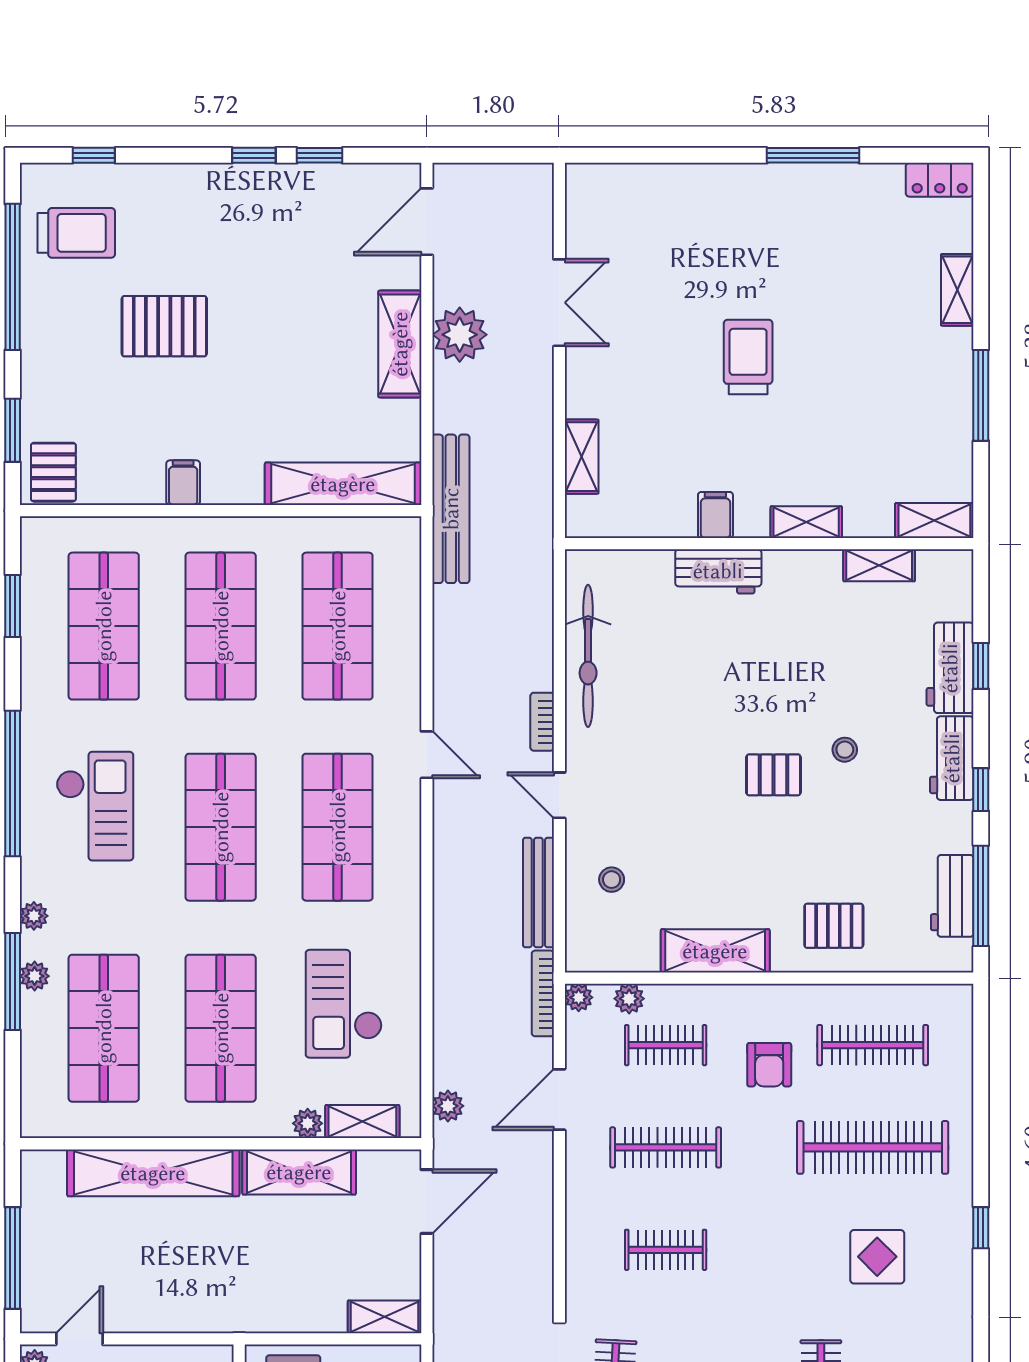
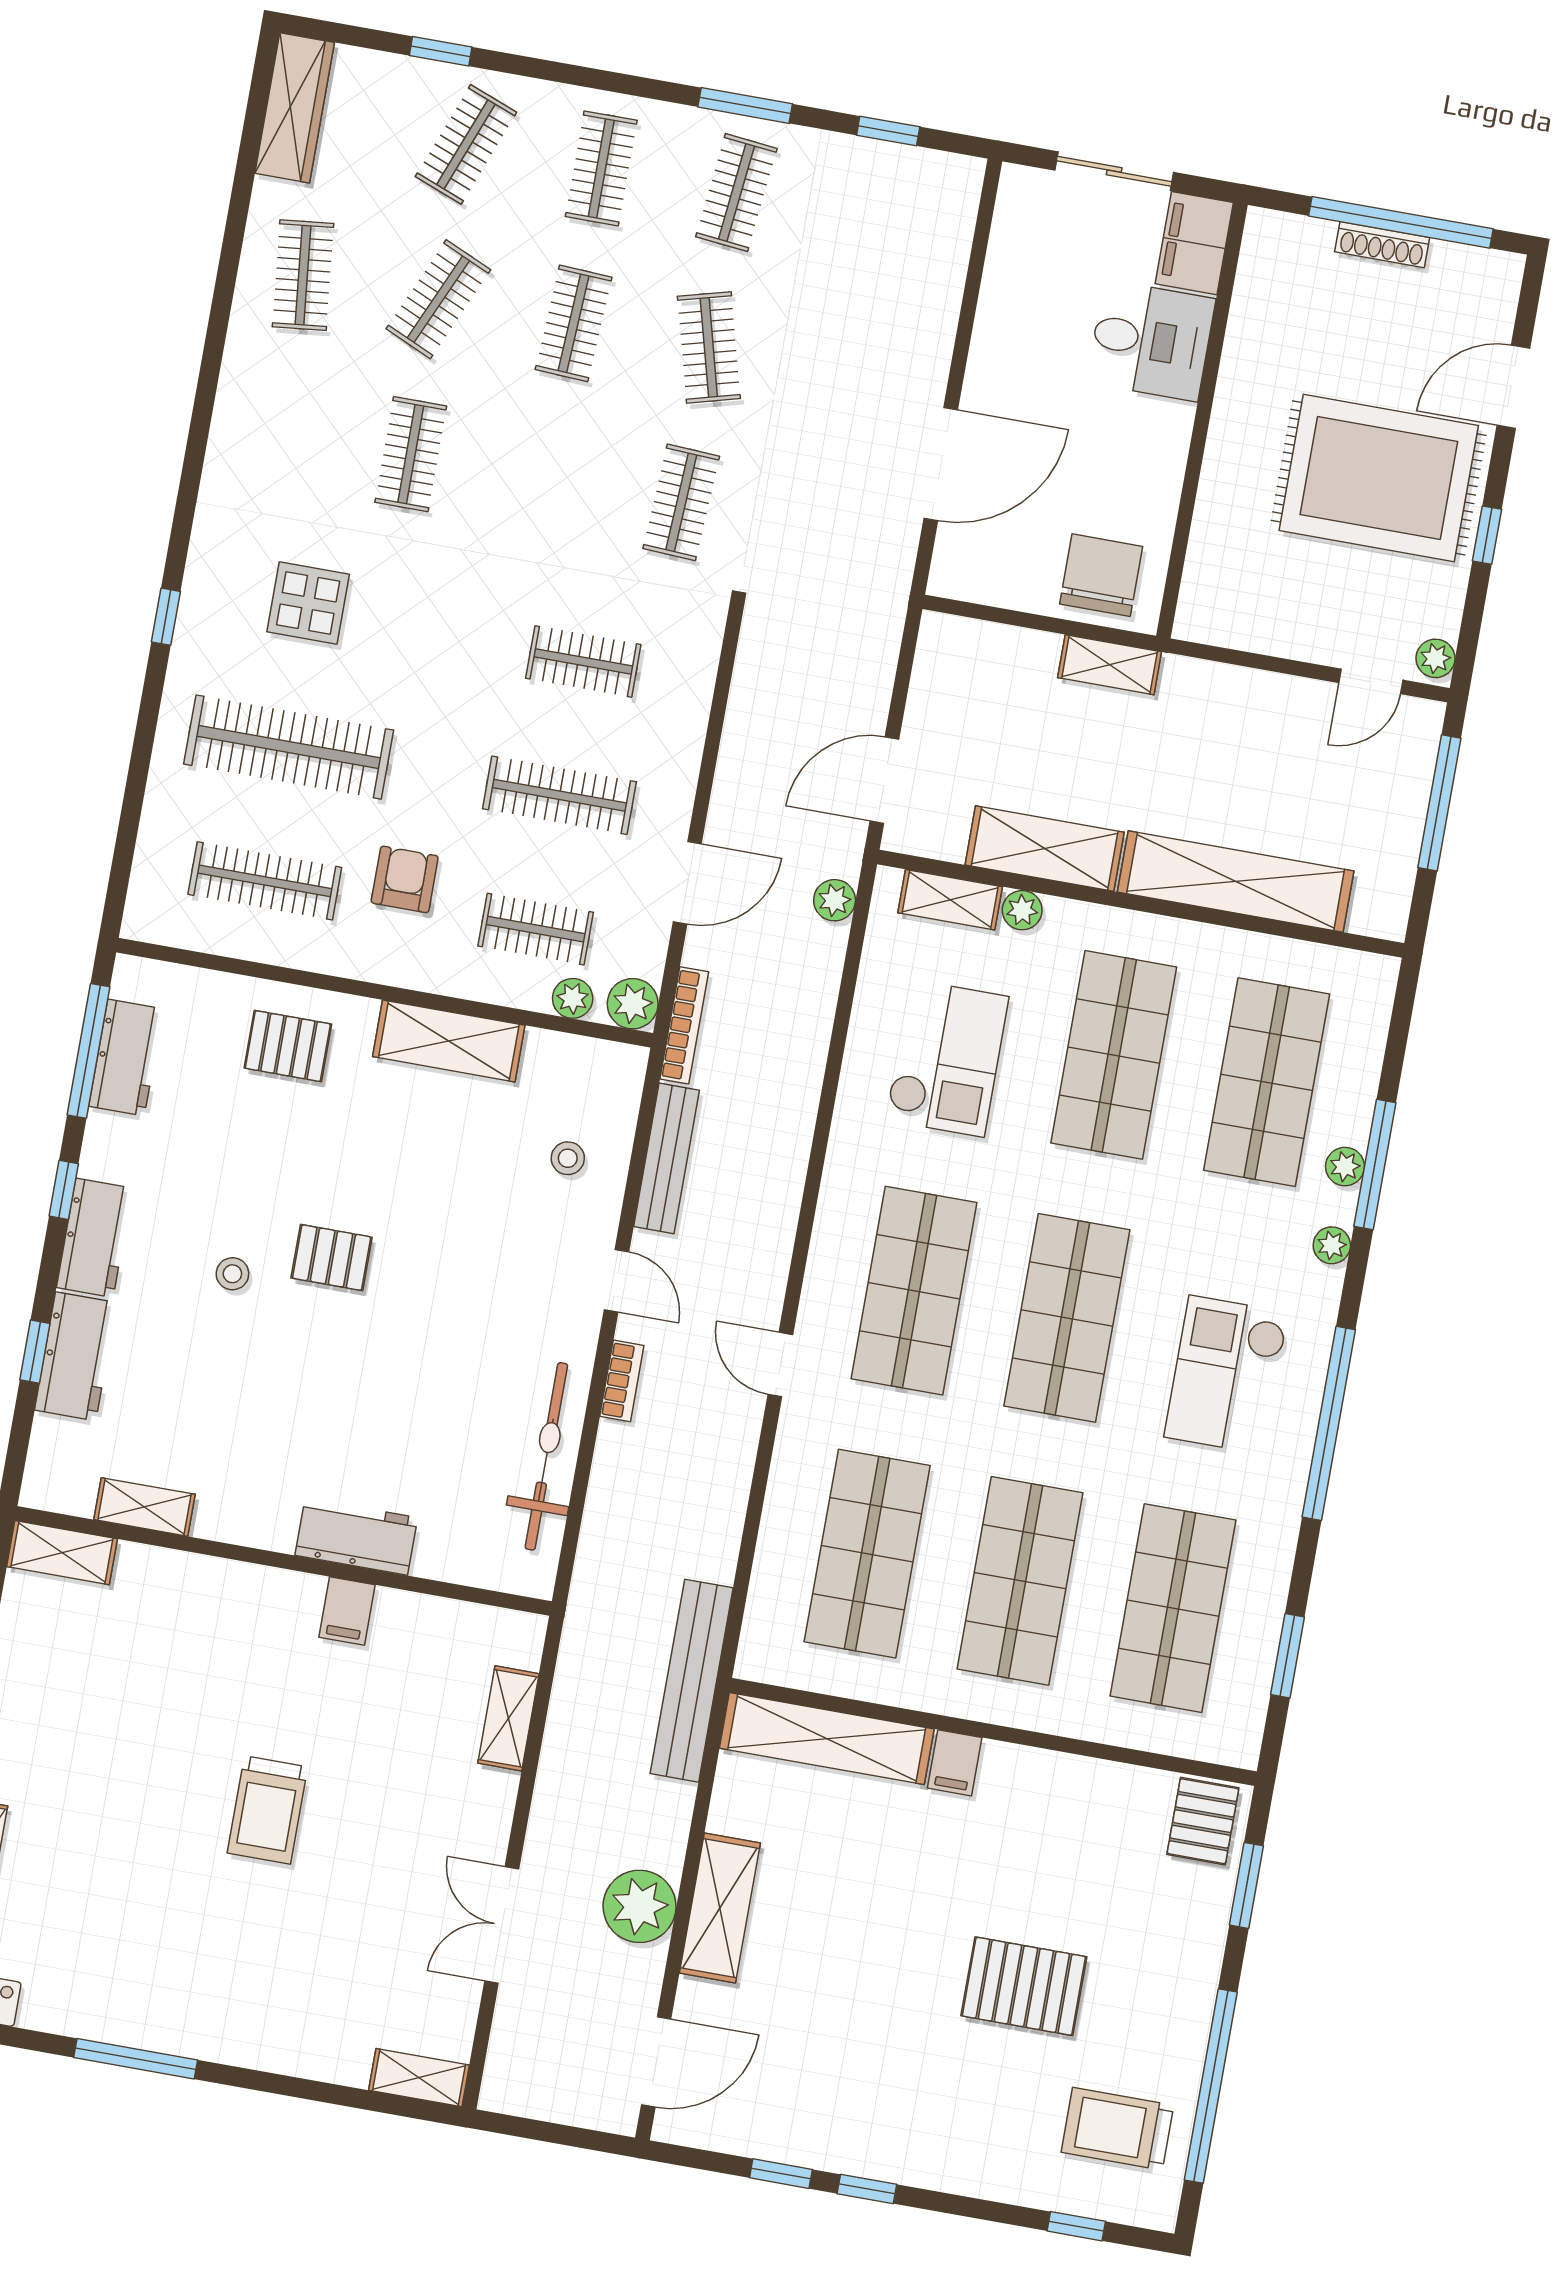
filing cabinet: (183, 483) -> (955, 1763), moved
shelving: (806, 522) -> (419, 2078), moved
plant: (579, 997) -> (633, 1004), width x1.38, depth x1.38
shelving: (385, 1317) -> (1110, 665), moved

